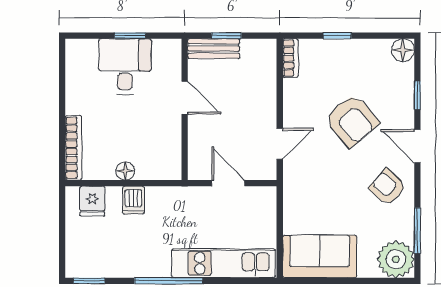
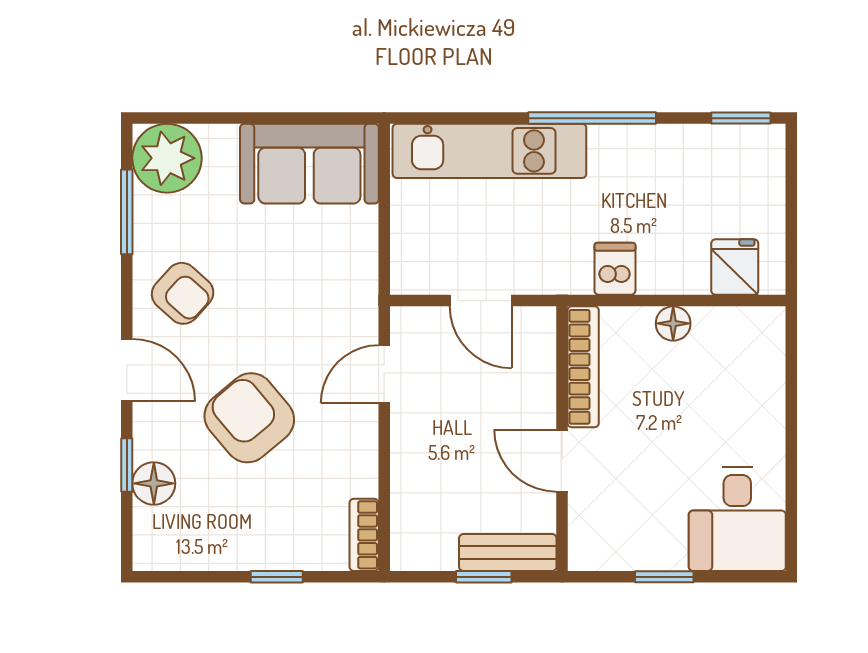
floor lamp: (403, 50) -> (154, 483), moved
desk: (125, 67) -> (737, 519), moved
bookcase: (73, 148) -> (583, 367), moved, turned 180
dishwasher: (133, 200) -> (615, 269), moved

